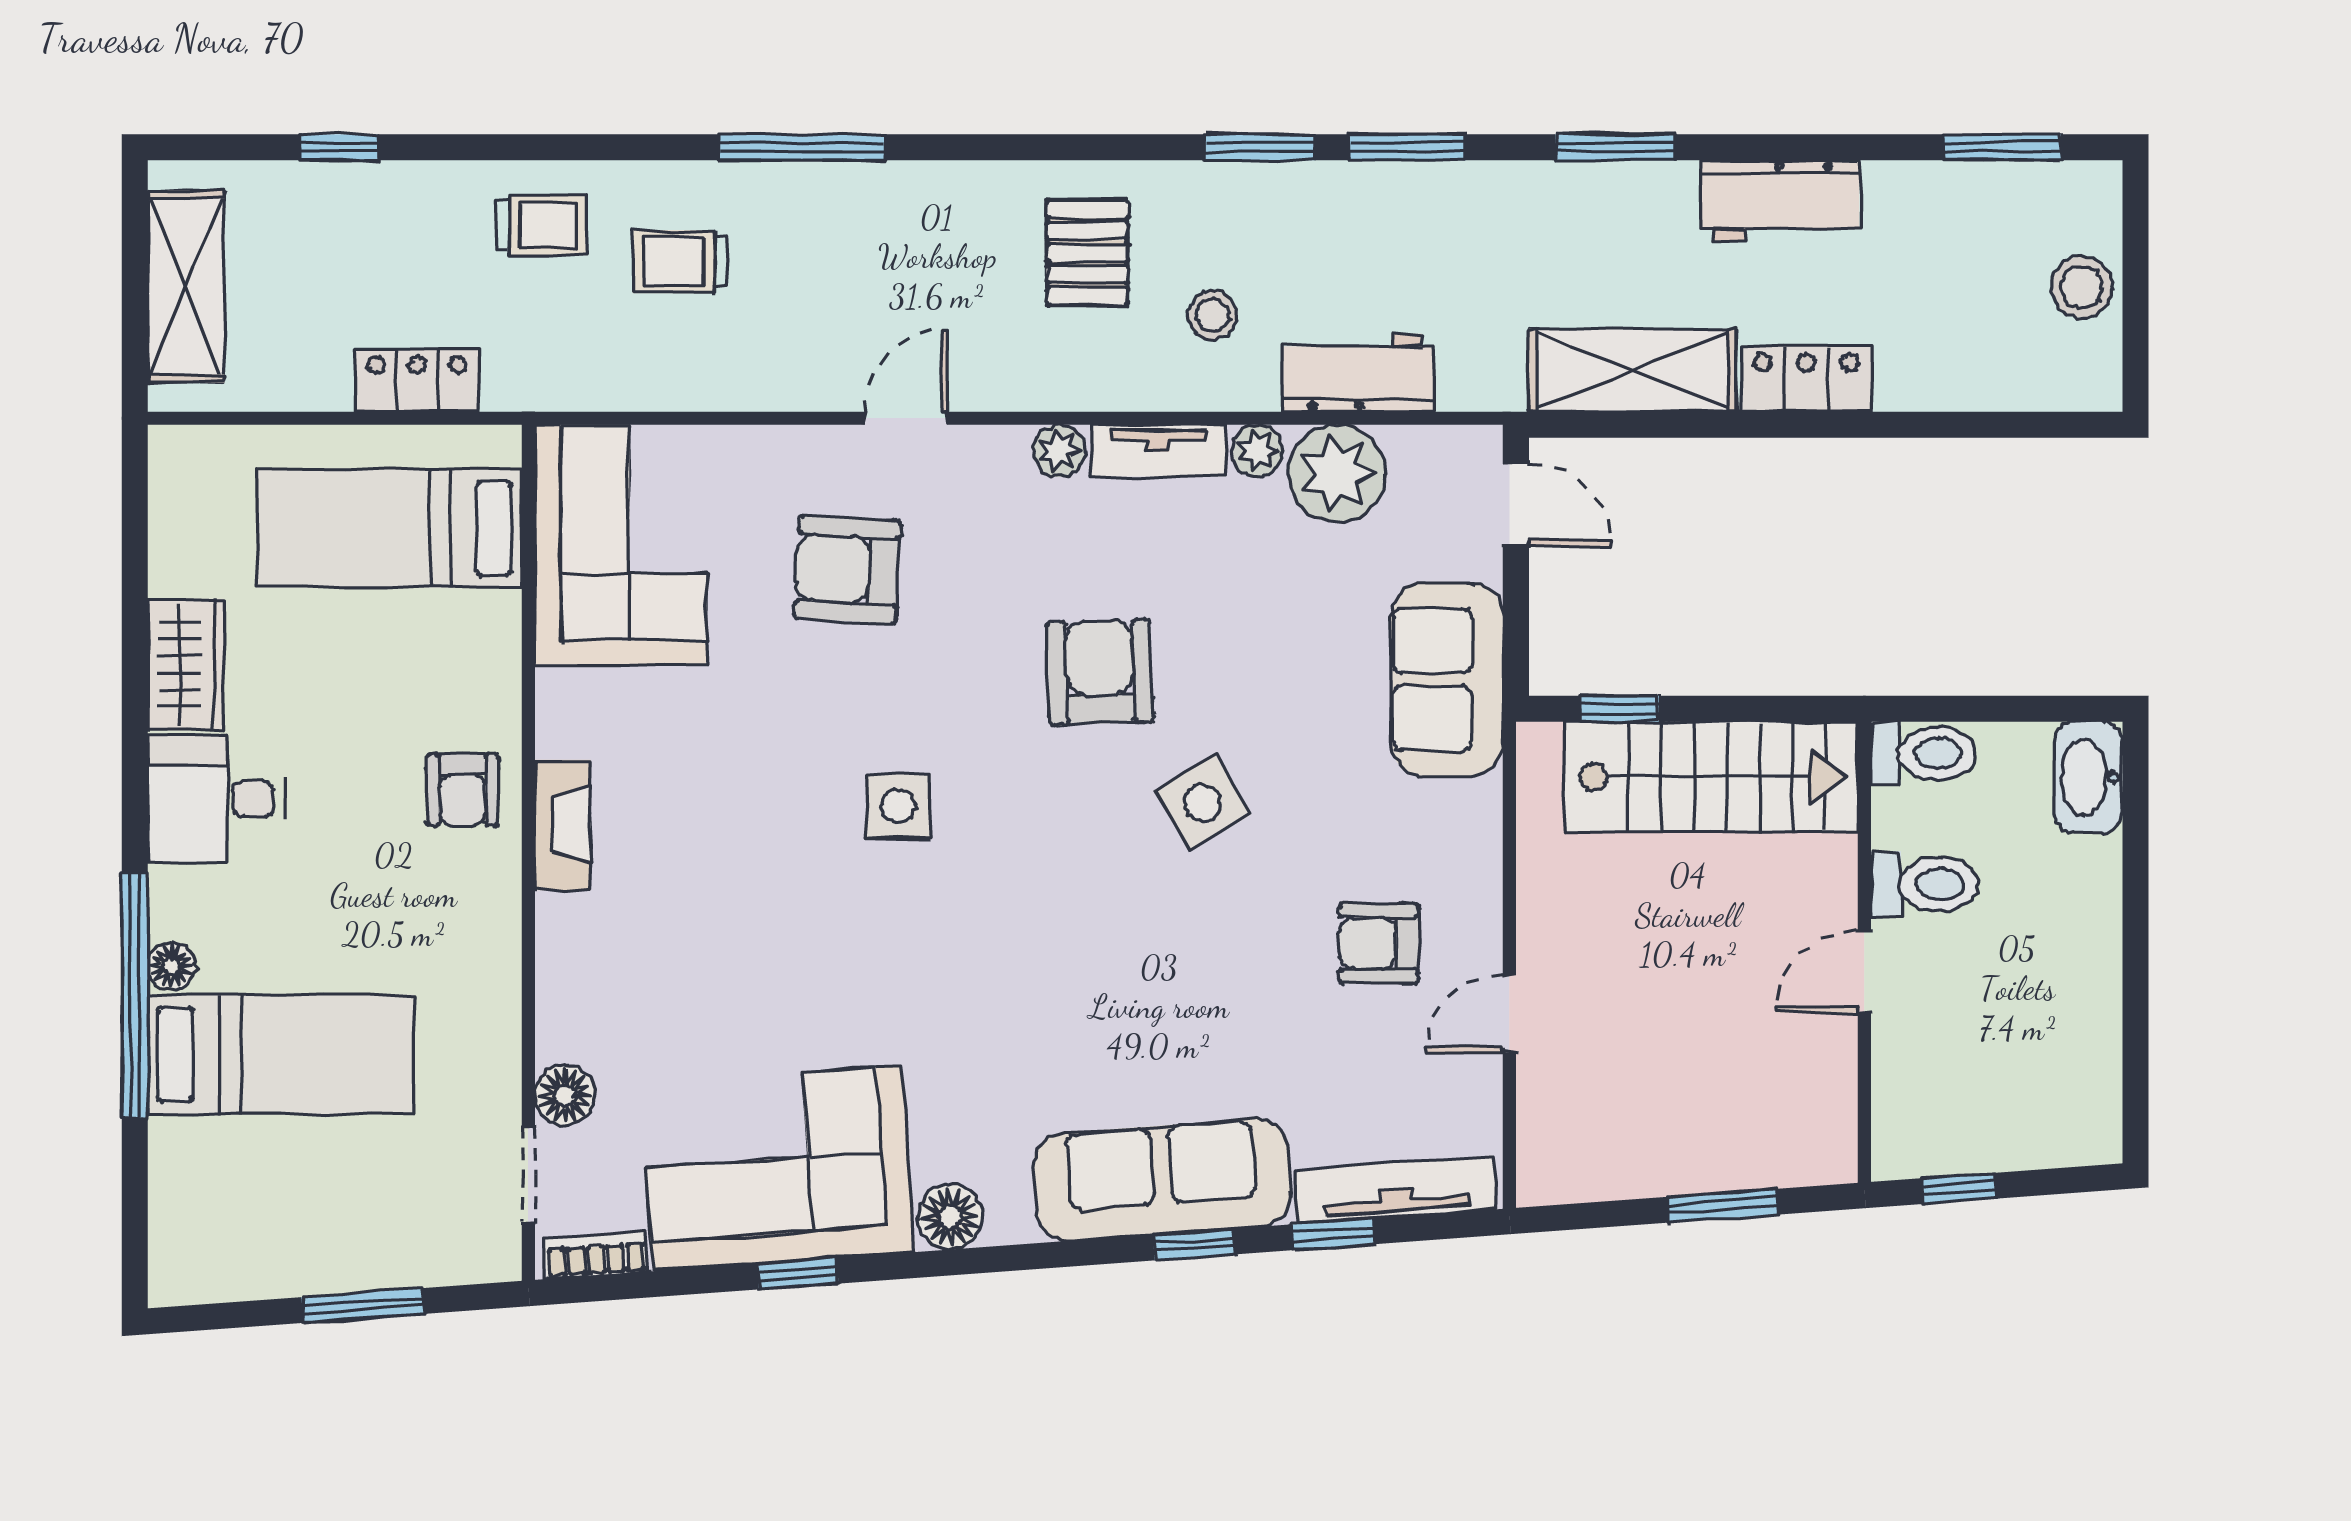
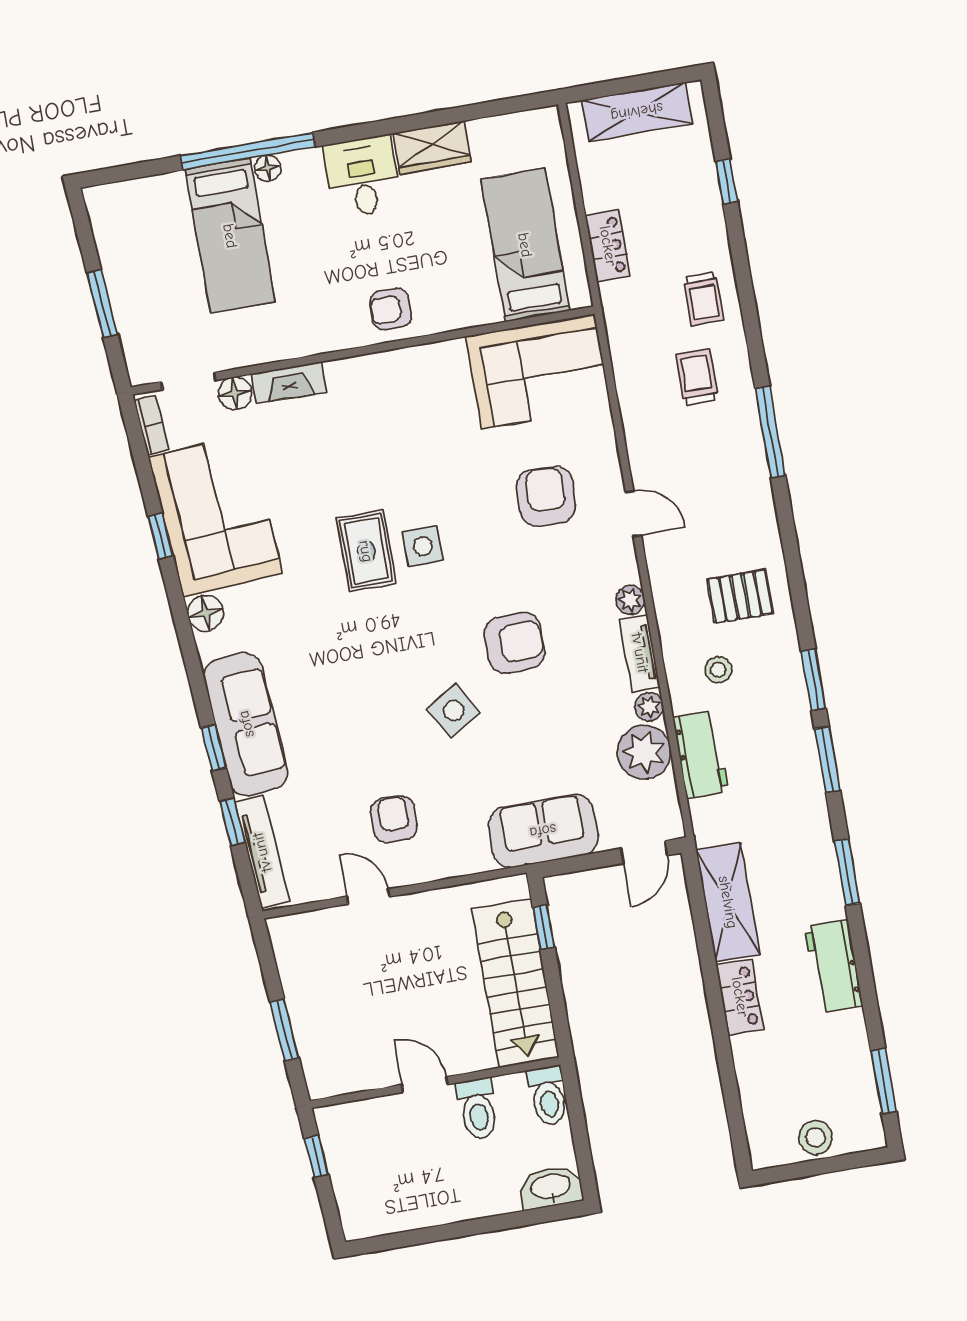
fireplace: (563, 825) -> (289, 383), moved
rug: (889, 909) -> (366, 551), added

